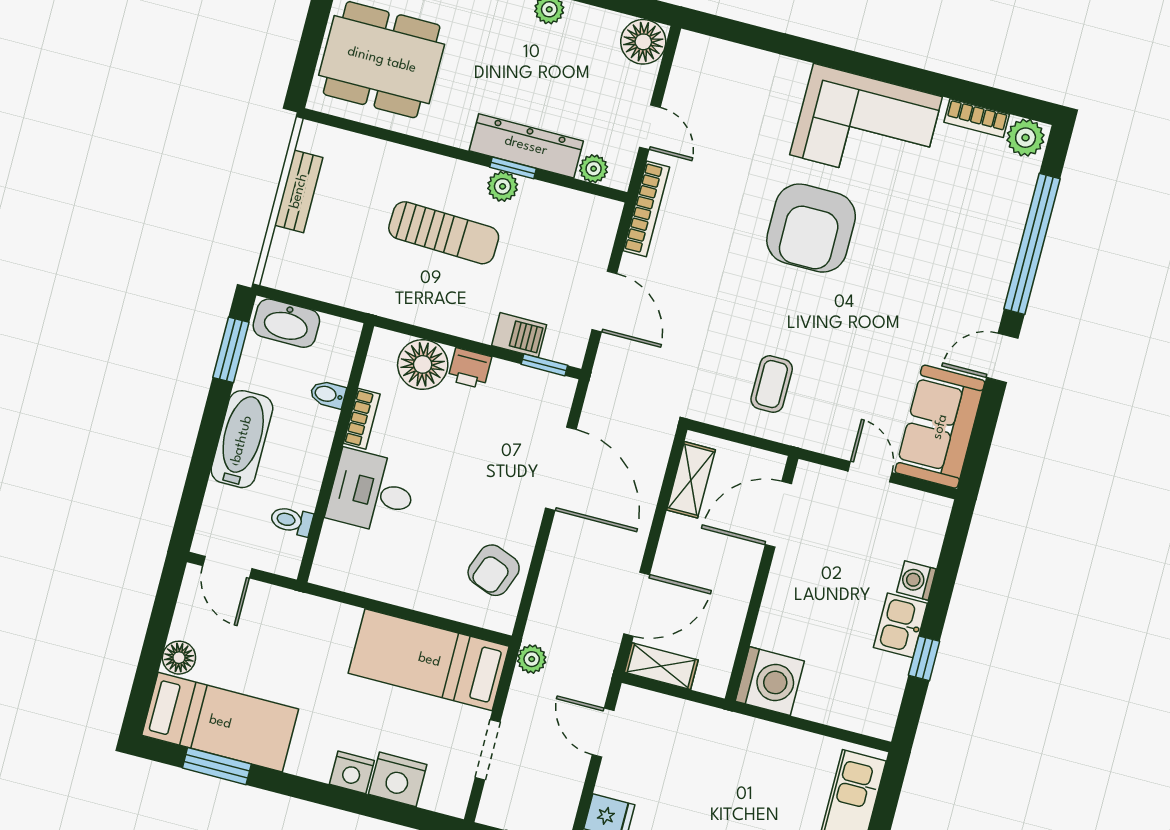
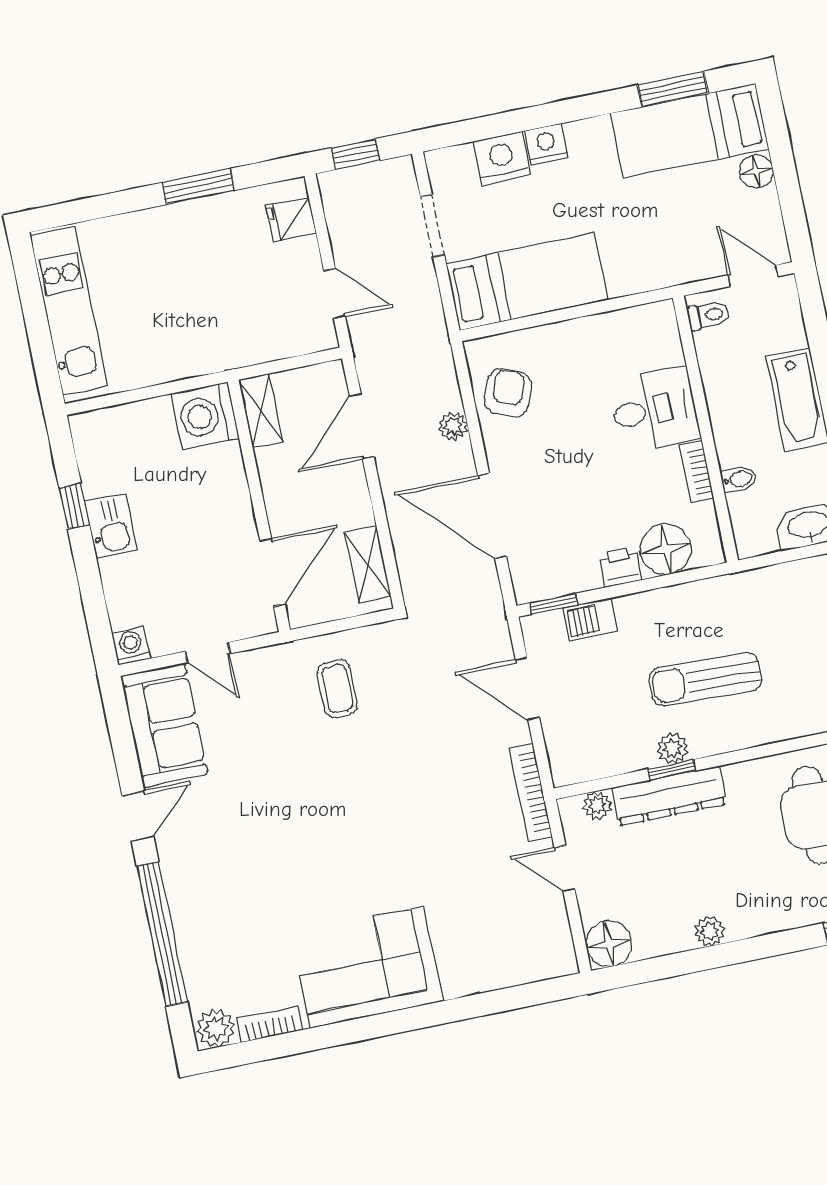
armchair: (811, 228) -> (371, 849), removed
toilet: (292, 521) -> (708, 315), moved
washing machine: (916, 581) -> (131, 646), moved, turned -90
plant: (532, 659) -> (453, 426), moved
shelving: (661, 666) -> (261, 411), moved, turned 90

